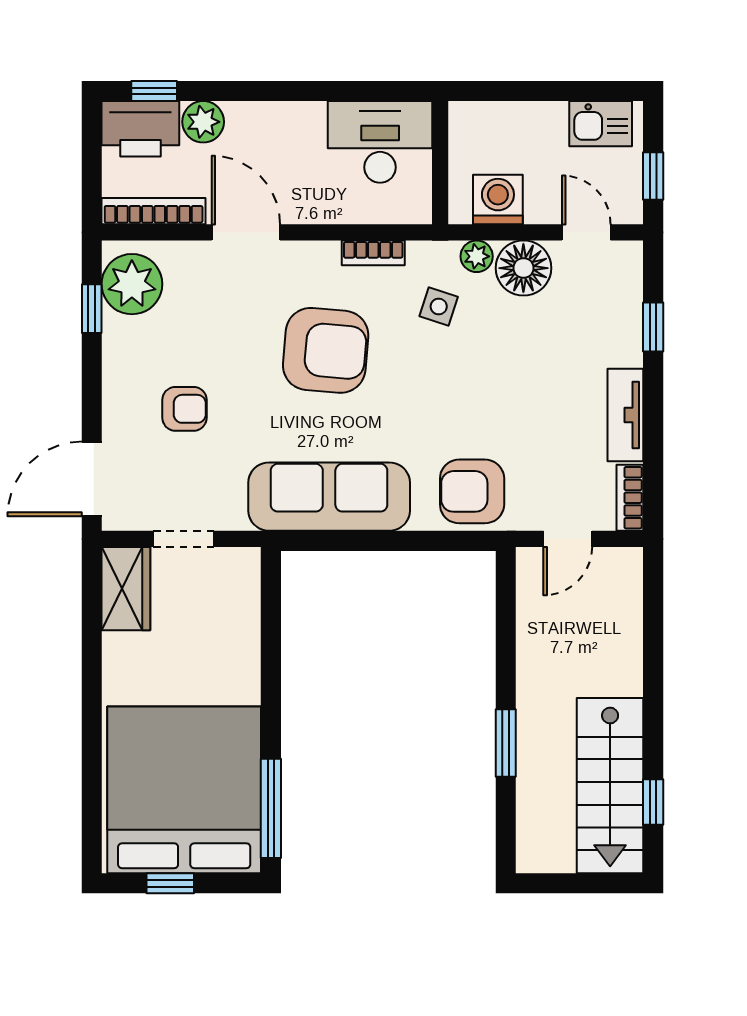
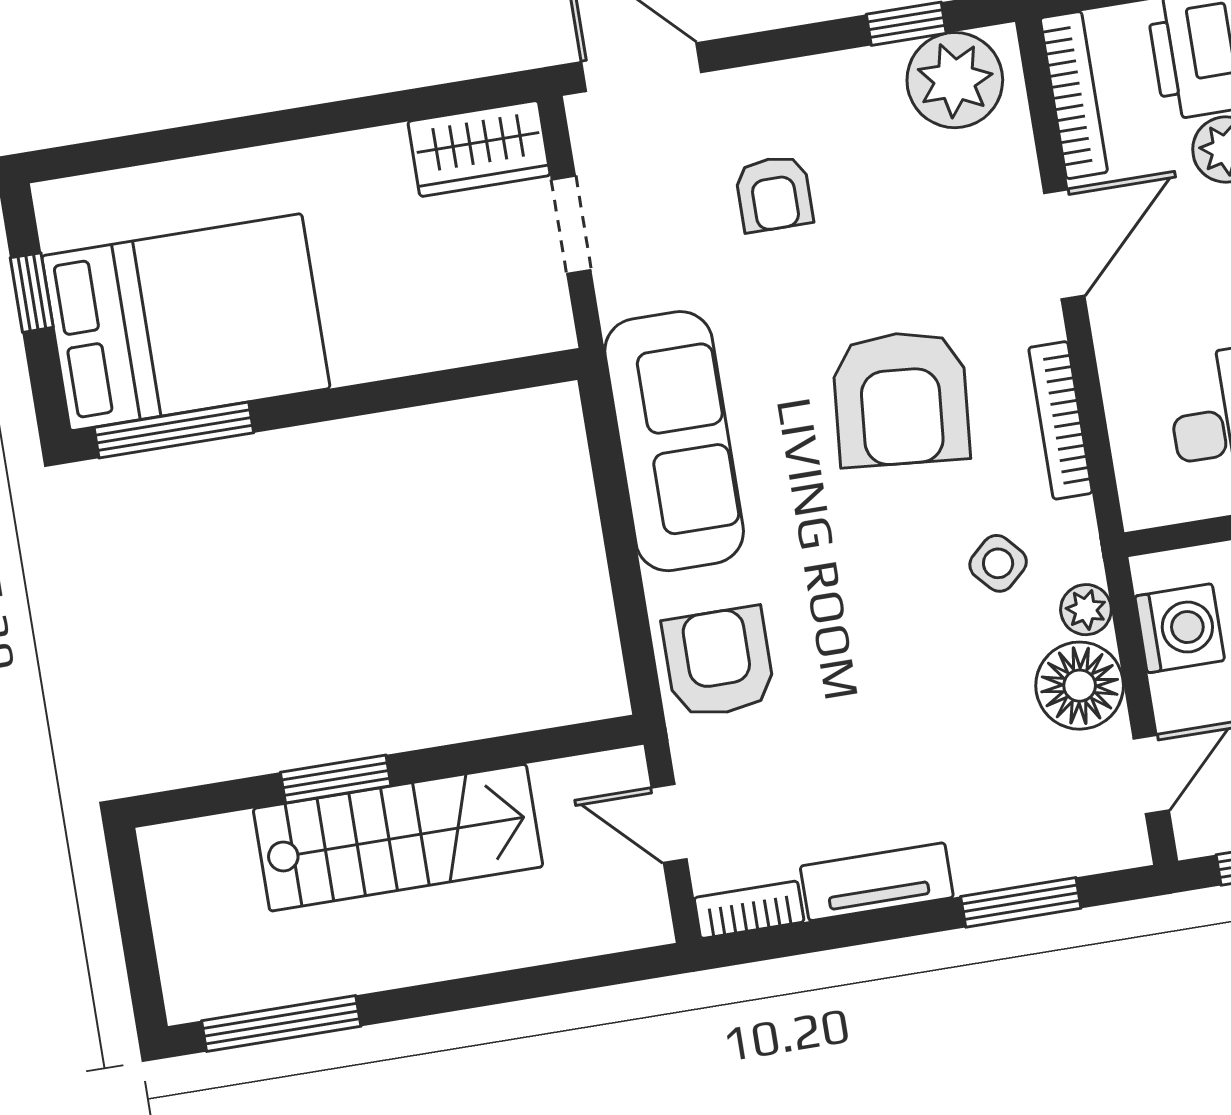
bookcase: (373, 253) -> (1060, 420), width x1.56
side table: (439, 306) -> (998, 563), turned 30
window: (653, 327) -> (1021, 902), width x1.50
stairs: (610, 786) -> (398, 838), moved, turned 180
bed: (184, 790) -> (186, 322), width x0.73
window: (653, 802) -> (281, 1023), width x2.17

